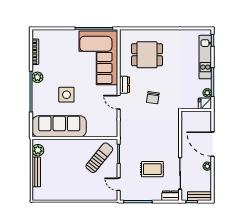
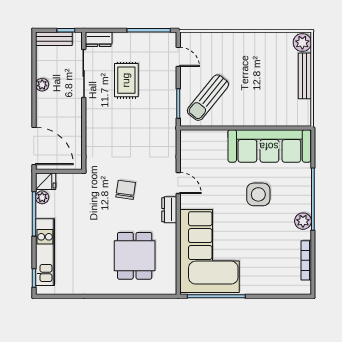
dining table: (147, 55) -> (135, 256), turned 90
door: (213, 144) -> (34, 146), moved
plant: (38, 150) -> (302, 42), moved
rug: (152, 169) -> (126, 80), turned 90

